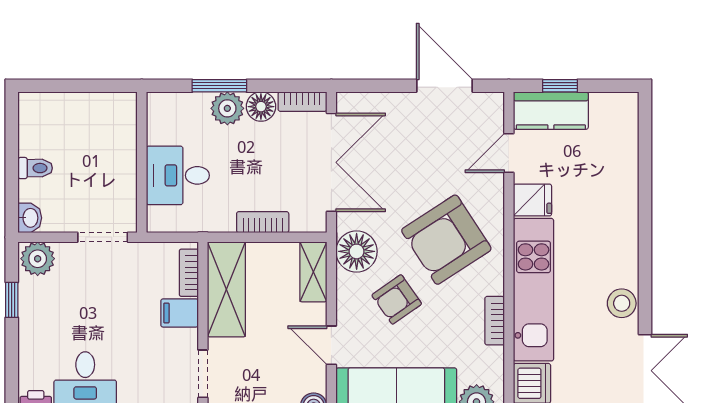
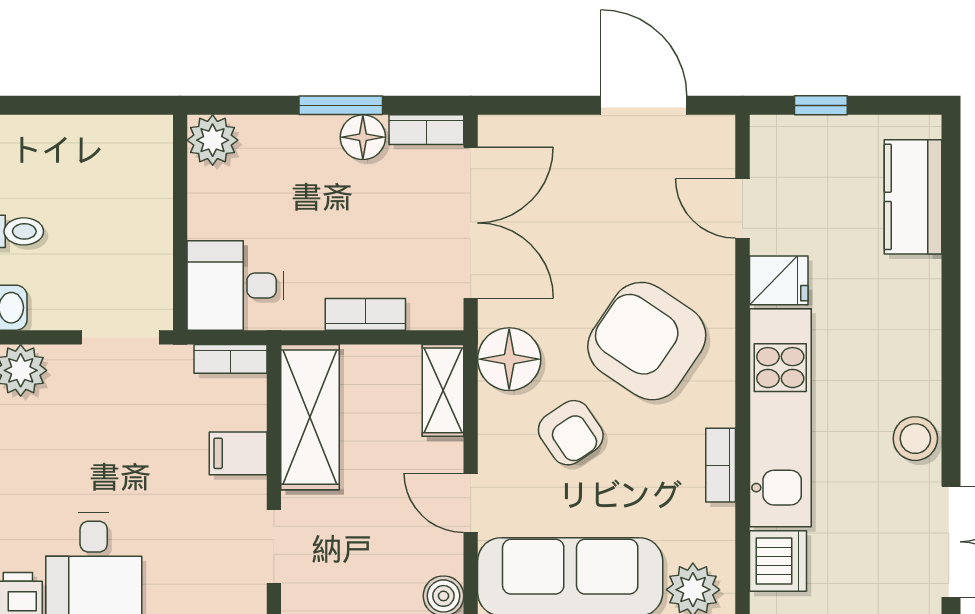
window: (219, 86) -> (341, 105), moved
plant: (227, 108) -> (213, 140), moved
kitchen counter: (551, 111) -> (913, 197), moved, turned 90
door: (509, 153) -> (742, 208), hinge flipped
desk: (178, 175) -> (235, 286), moved
armchair: (446, 240) -> (647, 341), turned 67
bookcase: (189, 273) -> (231, 359), moved, turned -90
armchair: (397, 299) -> (571, 433), turned -89

